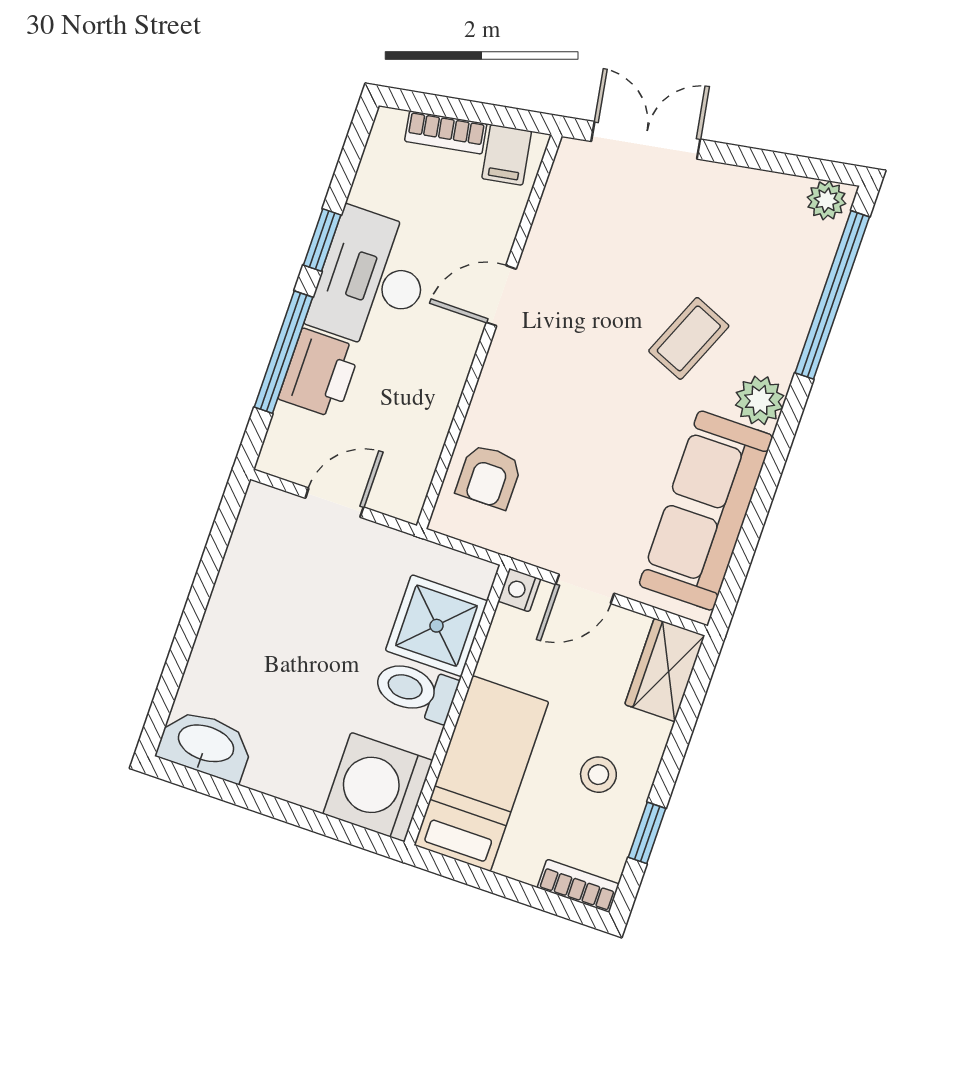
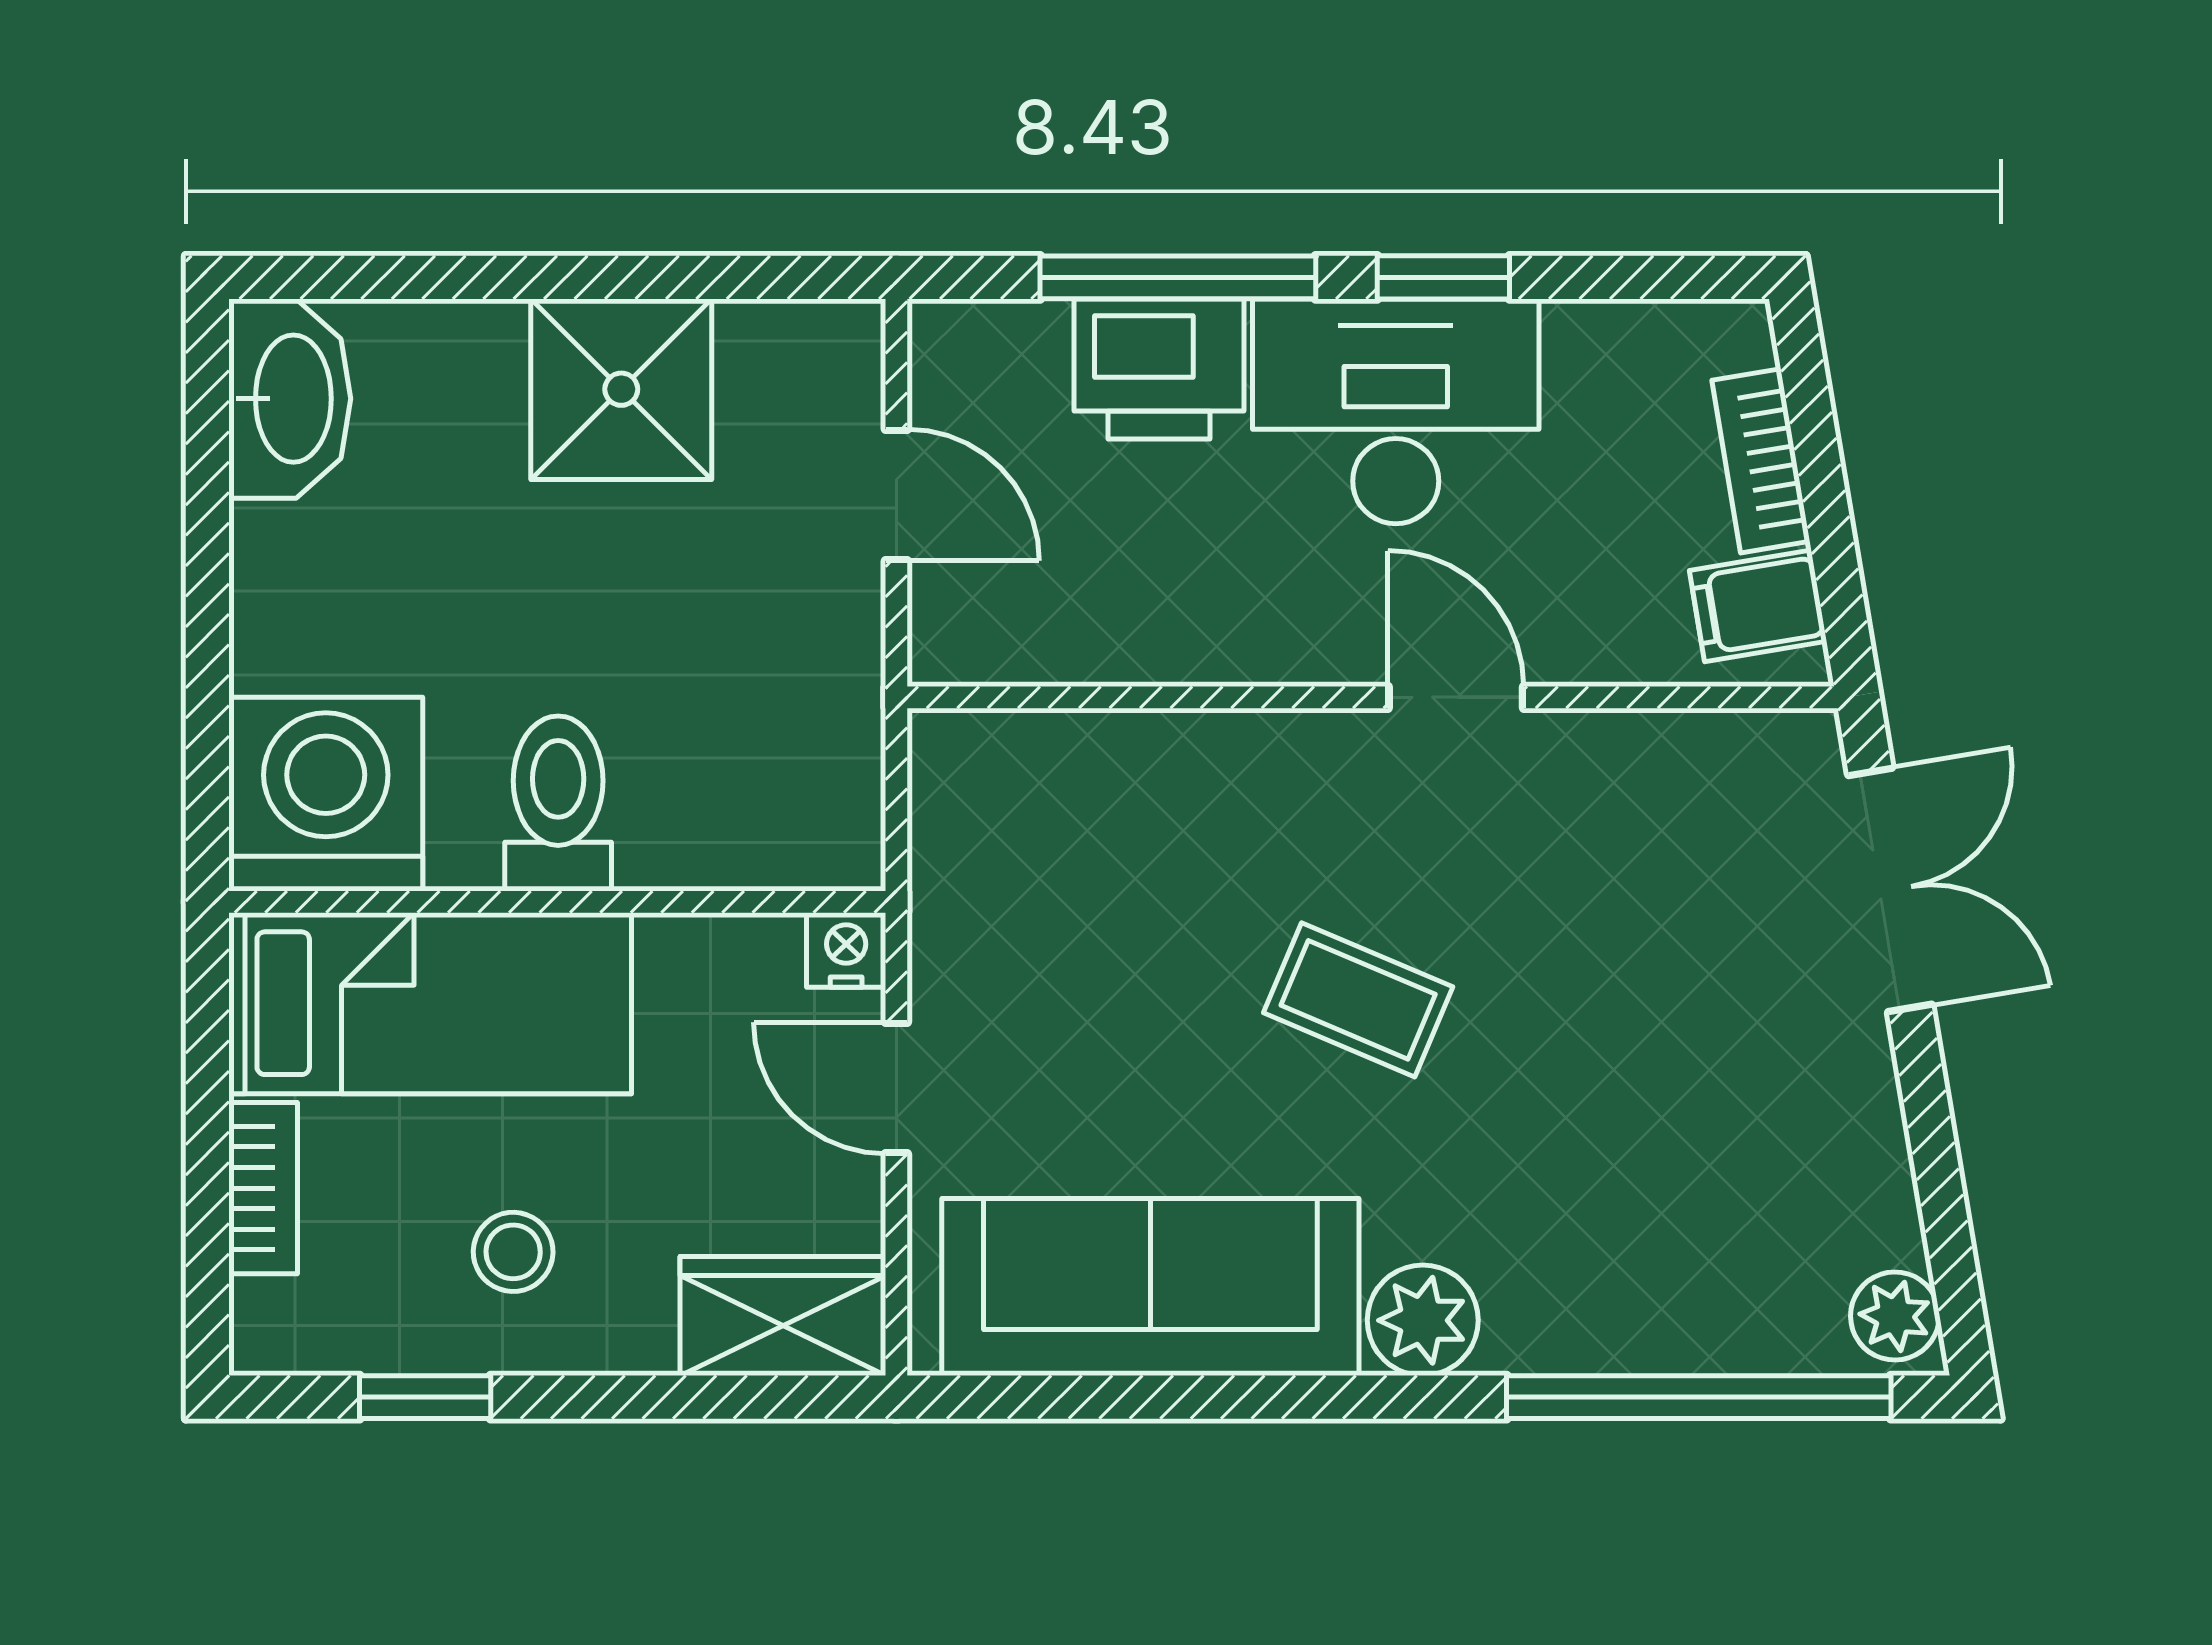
coffee table: (689, 338) -> (1358, 1000), moved
armchair: (489, 476) -> (1064, 803), removed
shower: (437, 626) -> (621, 389), moved
bookcase: (578, 886) -> (263, 1188), moved

